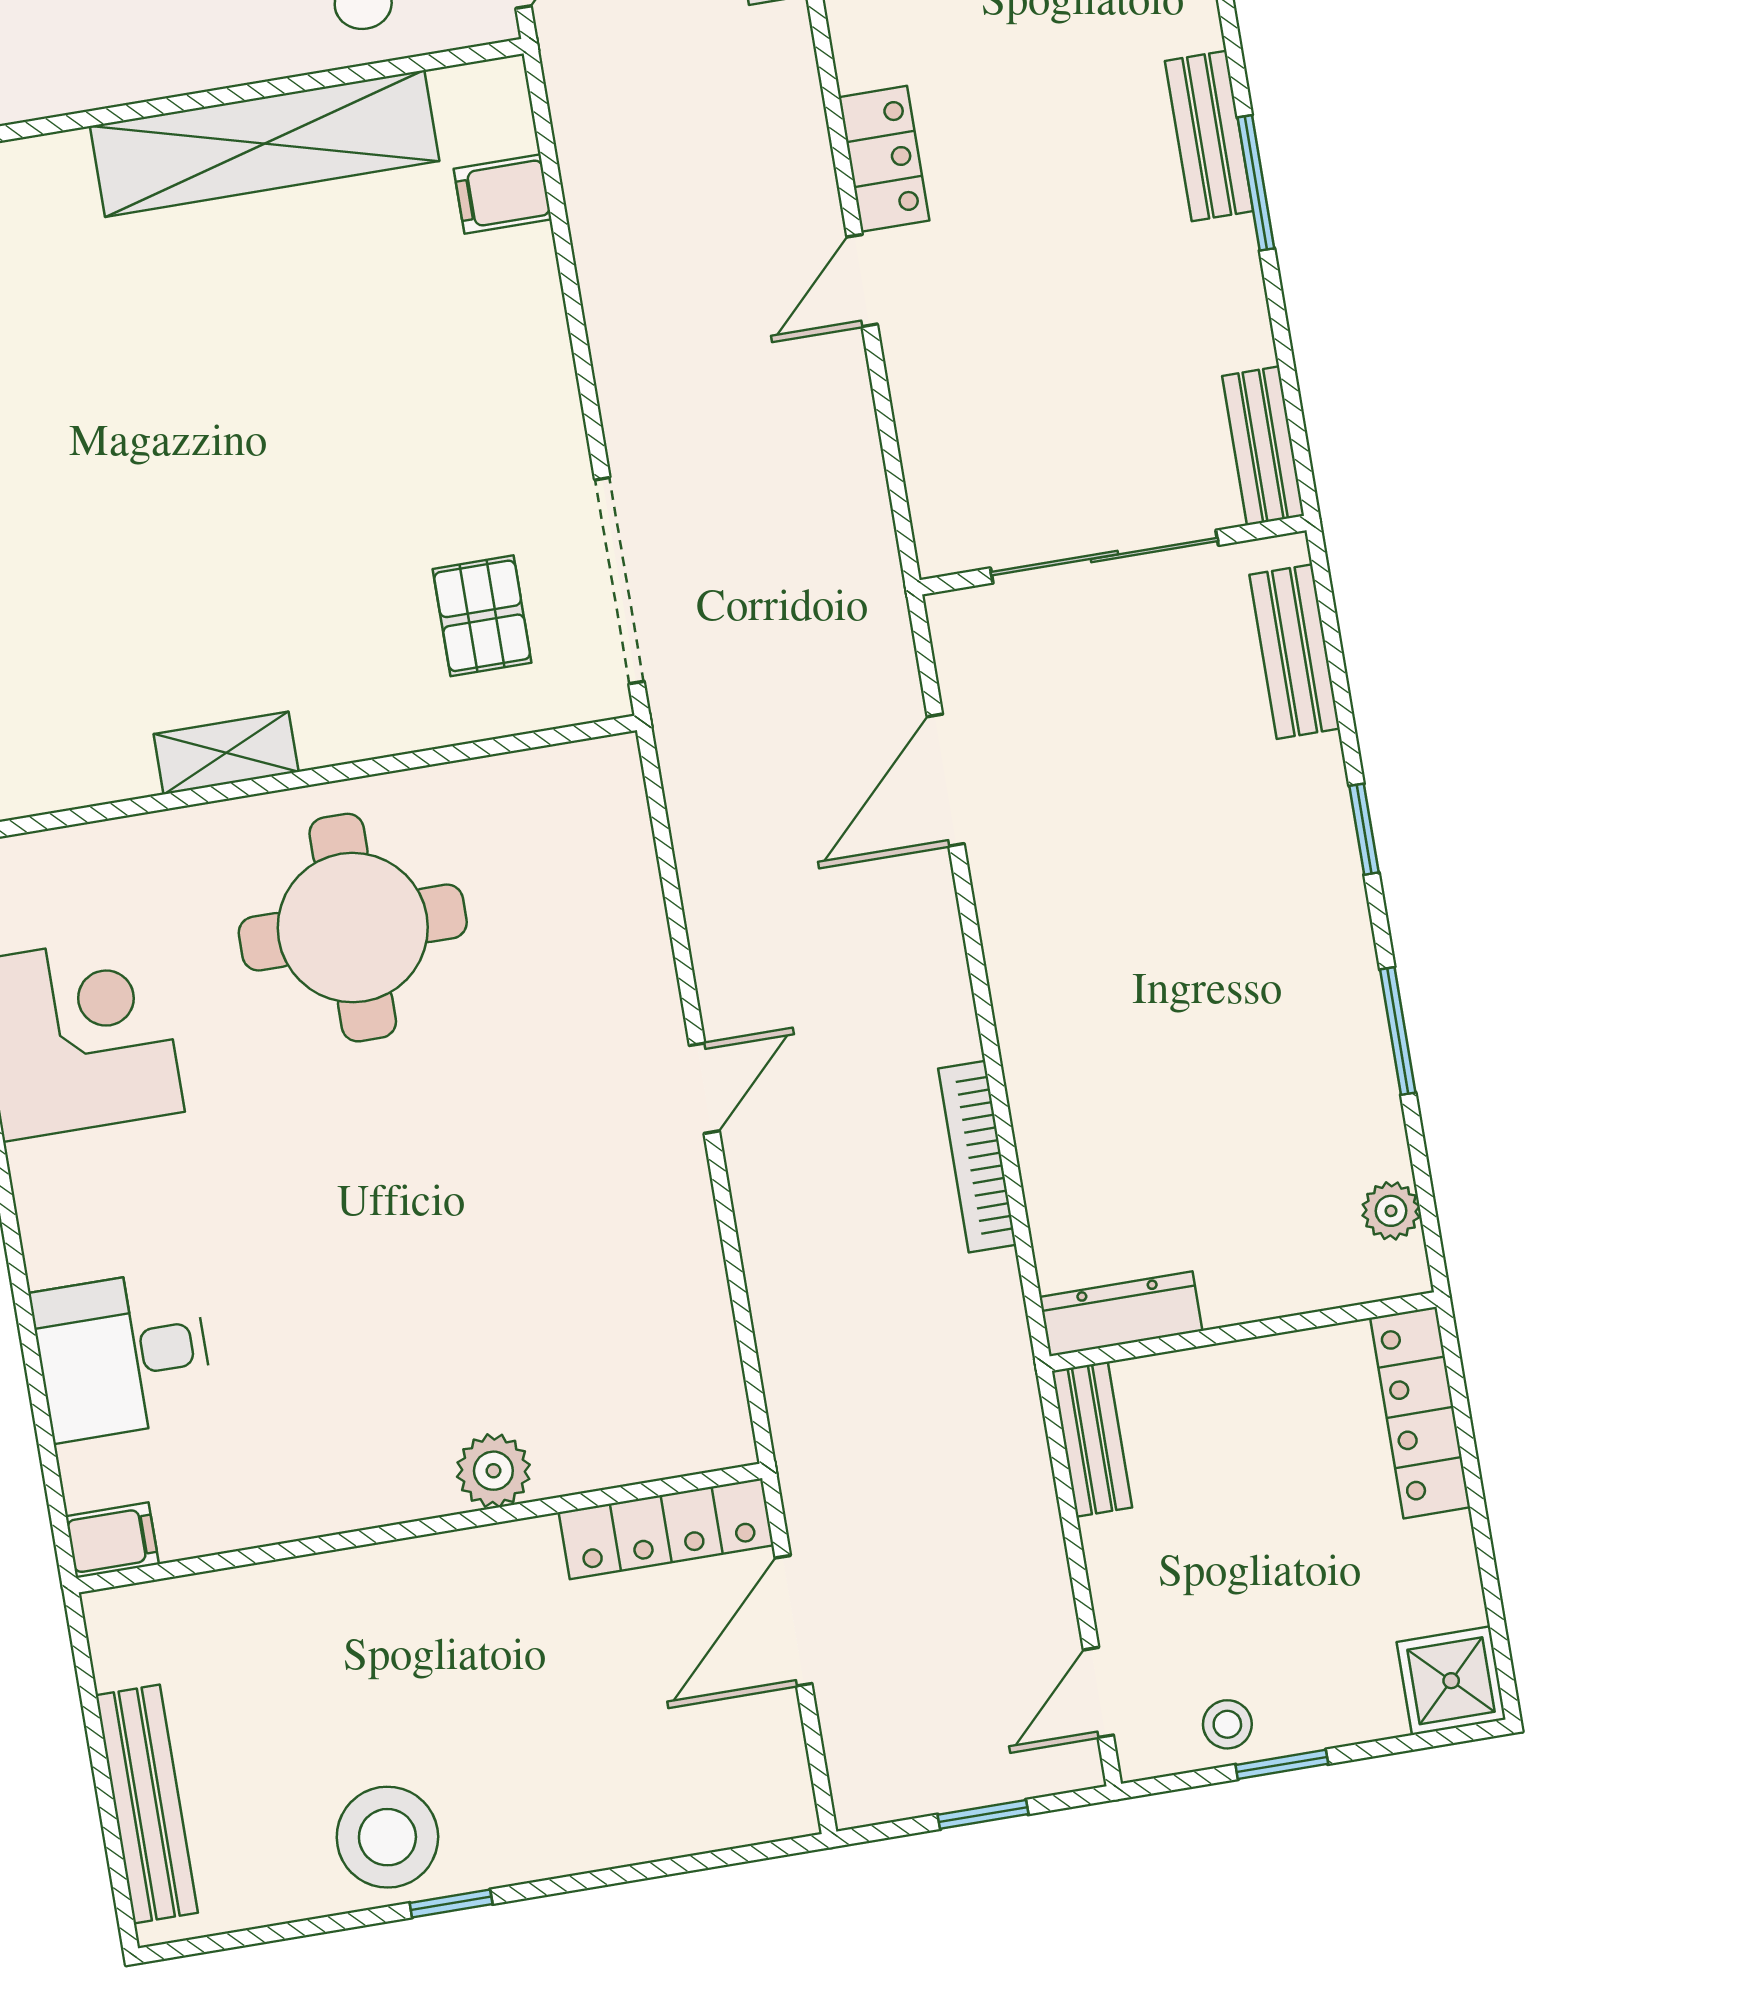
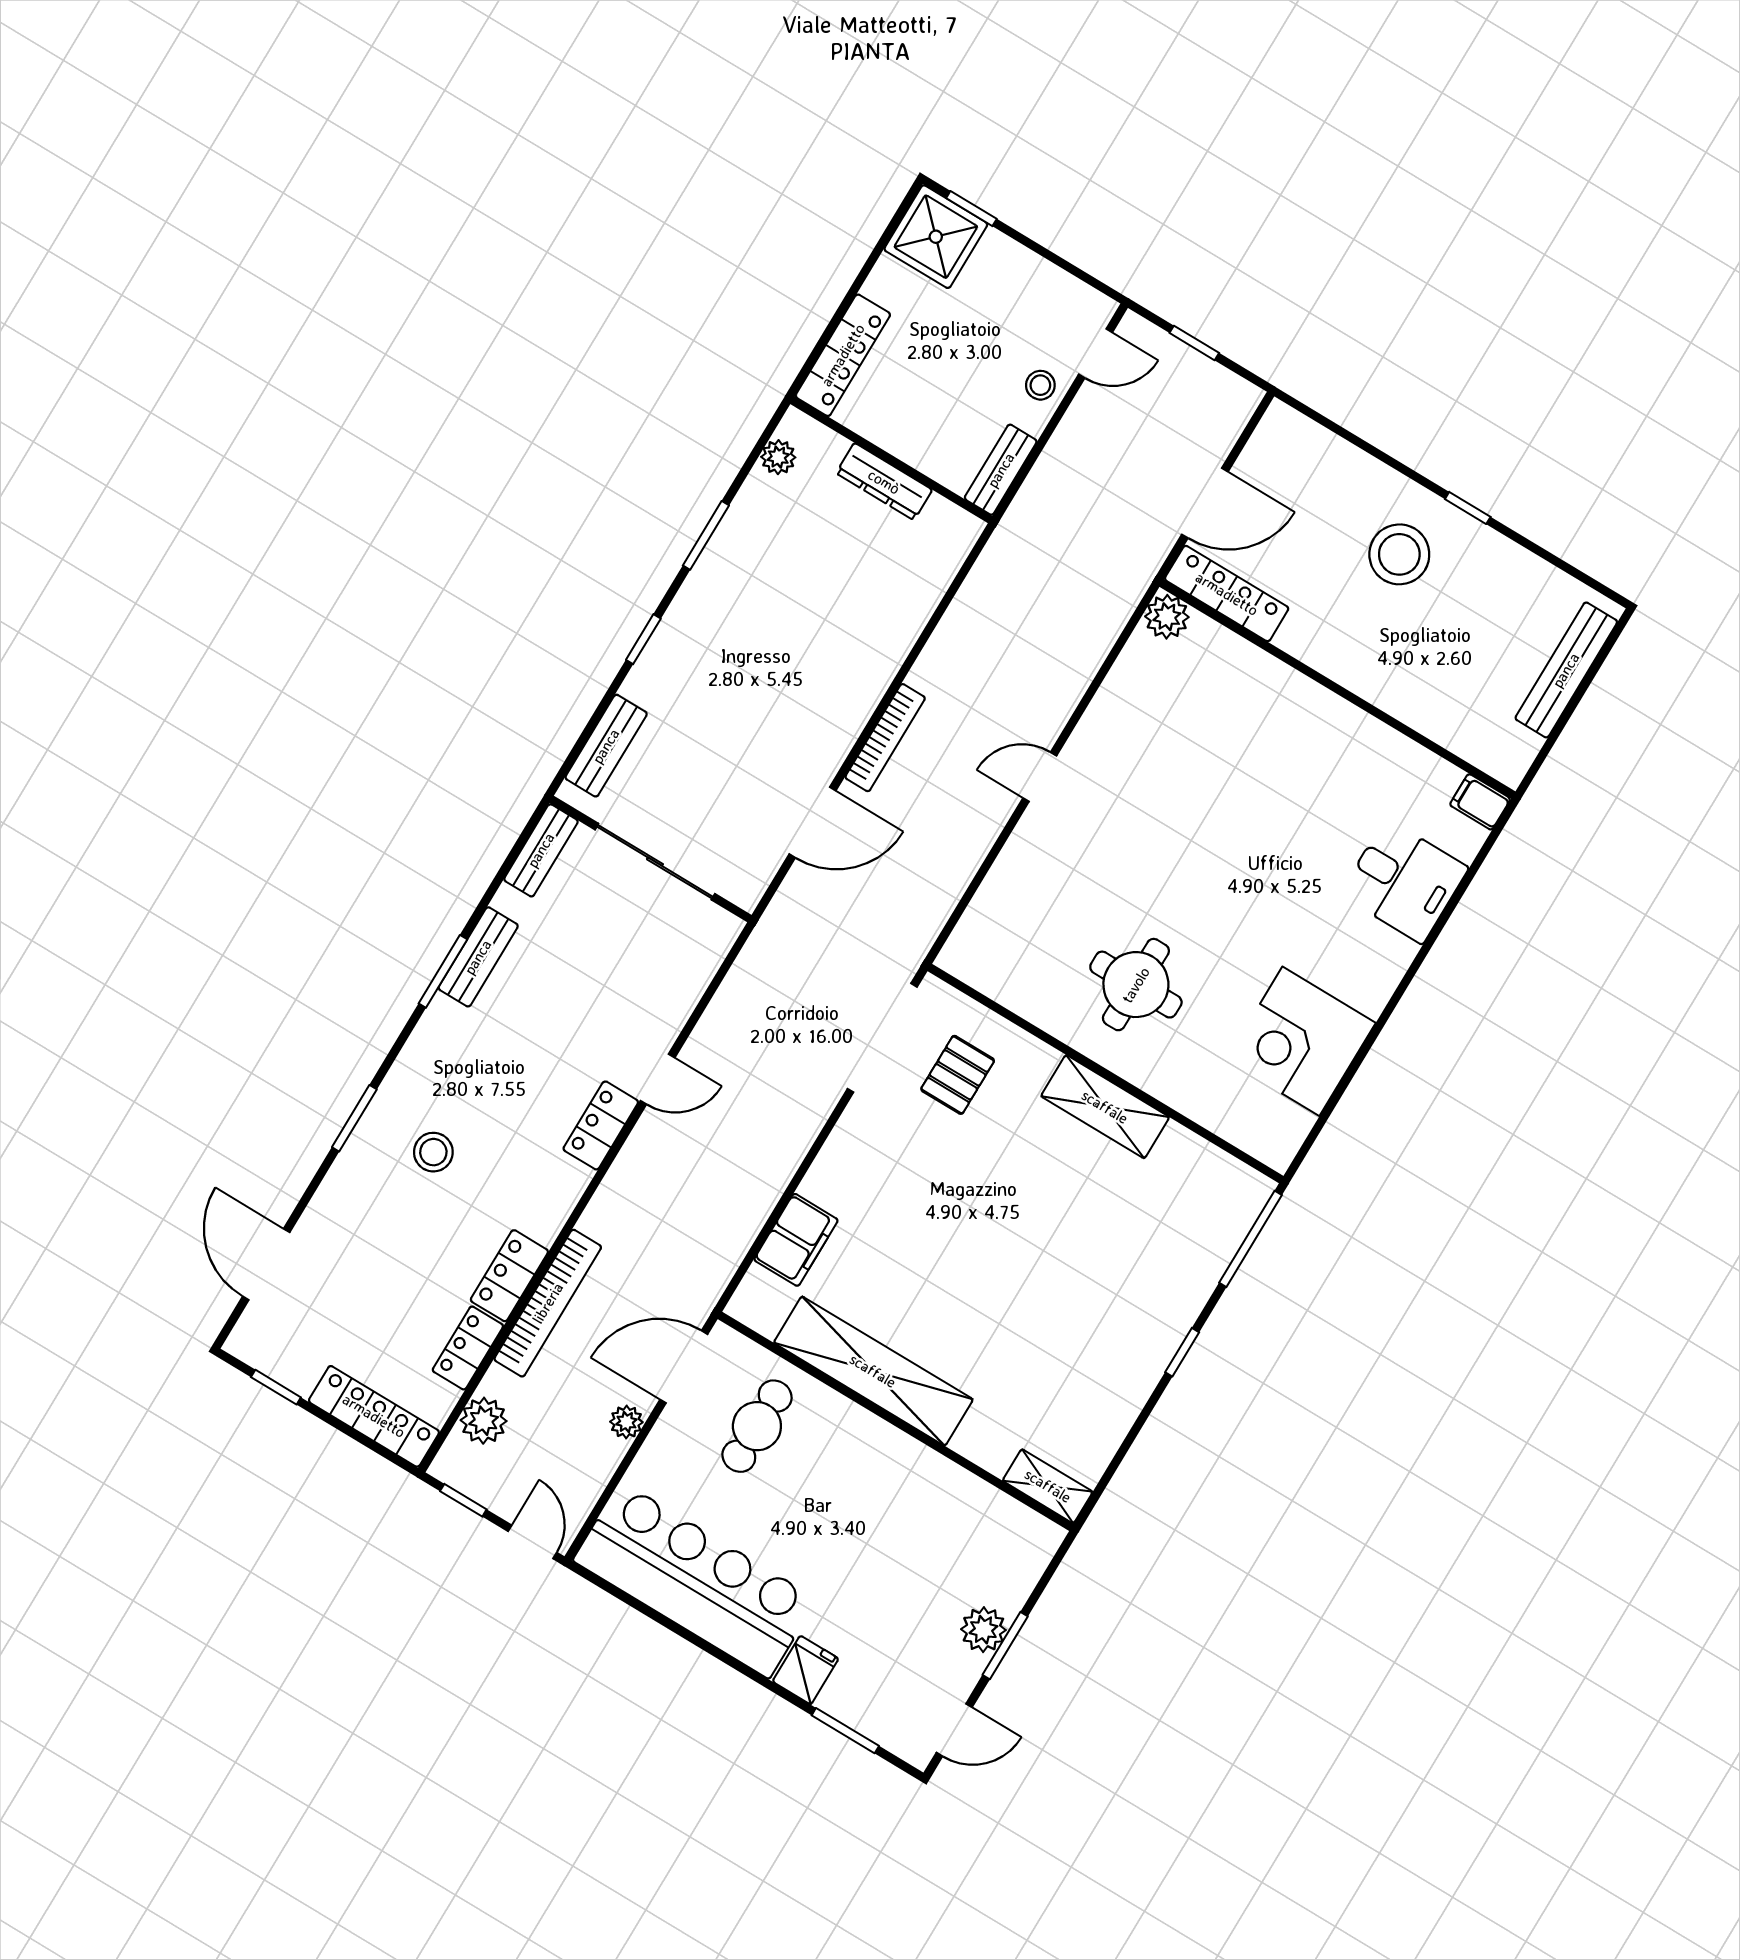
bench: (1209, 136) -> (478, 957), moved
filing cabinet: (503, 194) -> (796, 1240), width x2.00
shelving: (226, 753) -> (1105, 1107), width x1.50, depth x1.33
round table: (353, 928) -> (1136, 985), width x0.73, depth x0.73
bookcase: (977, 1157) -> (885, 738), moved
dresser: (1121, 1314) -> (884, 482), moved
plant: (493, 1471) -> (1167, 617), moved
shower: (1451, 1681) -> (936, 237), width x1.36, depth x1.36
stool: (1227, 1724) -> (1040, 385), moved
window: (1282, 1764) -> (971, 209), moved
stool: (387, 1837) -> (1399, 554), moved

